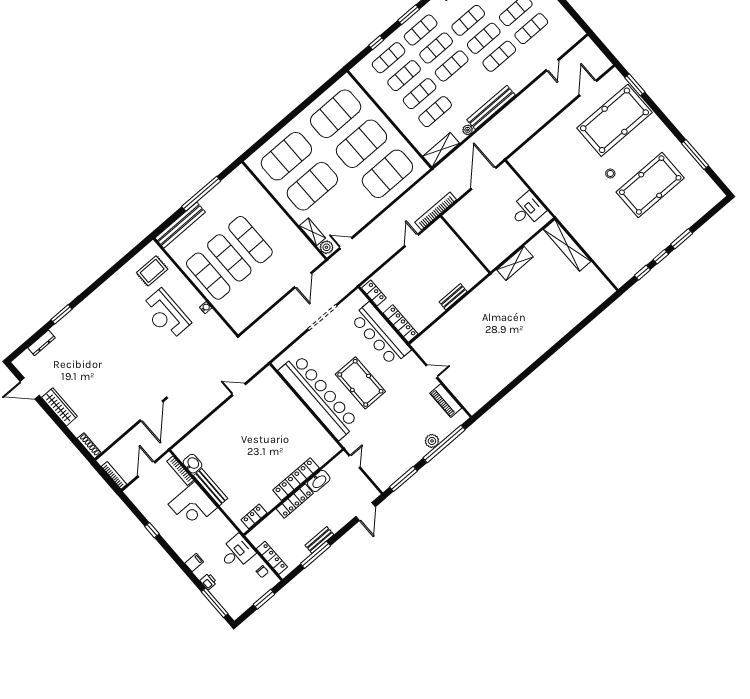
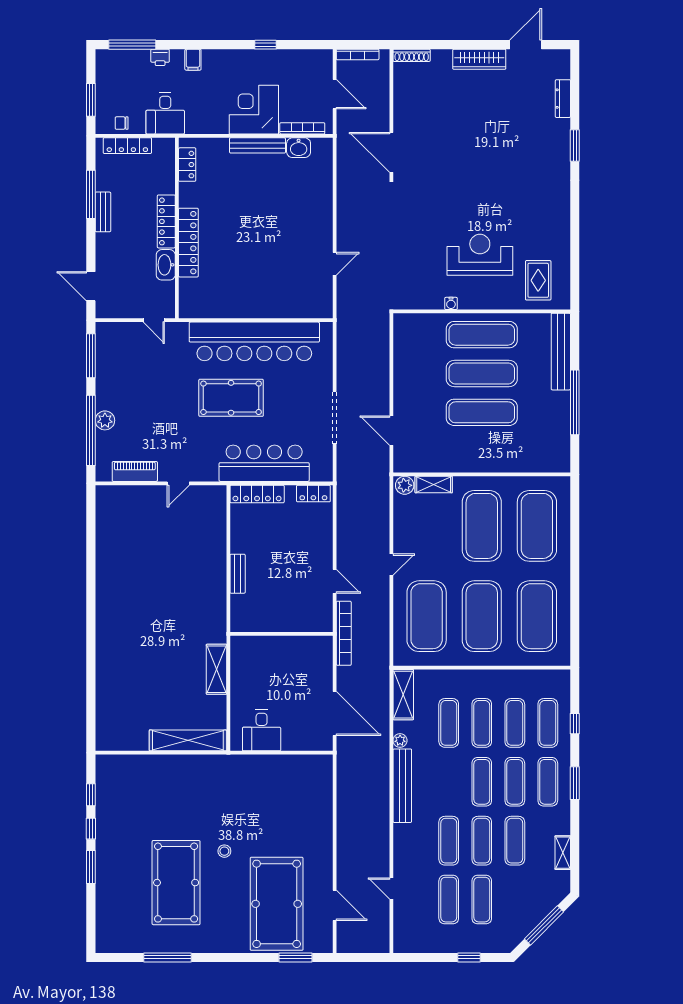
door: (346, 243) -> (391, 564), moved

